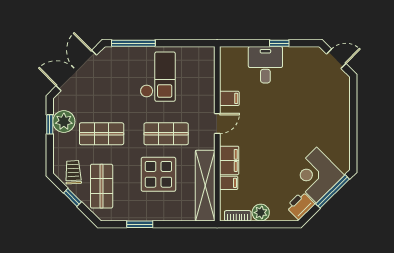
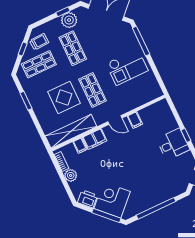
desk: (265, 65) -> (173, 144), moved
window: (353, 125) -> (156, 208), added

